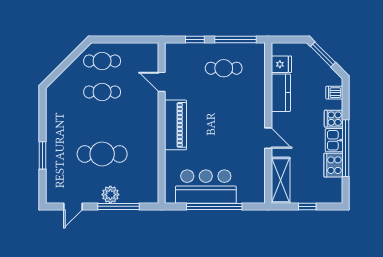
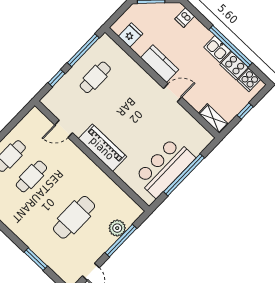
kitchen counter: (281, 93) -> (160, 64), moved
cooker: (334, 119) -> (249, 80), moved
shelving: (281, 180) -> (213, 119), width x0.67, depth x0.75
plant: (110, 195) -> (117, 228), moved

